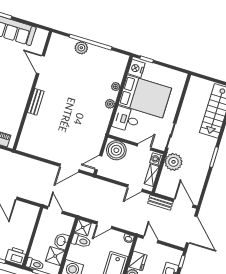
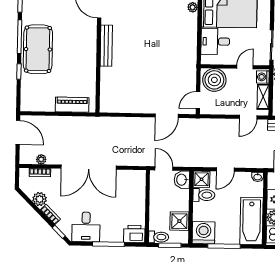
bench: (36, 102) -> (106, 46), width x1.36
plant: (110, 104) -> (192, 29), removed
washbasin: (61, 241) -> (182, 180), moved

